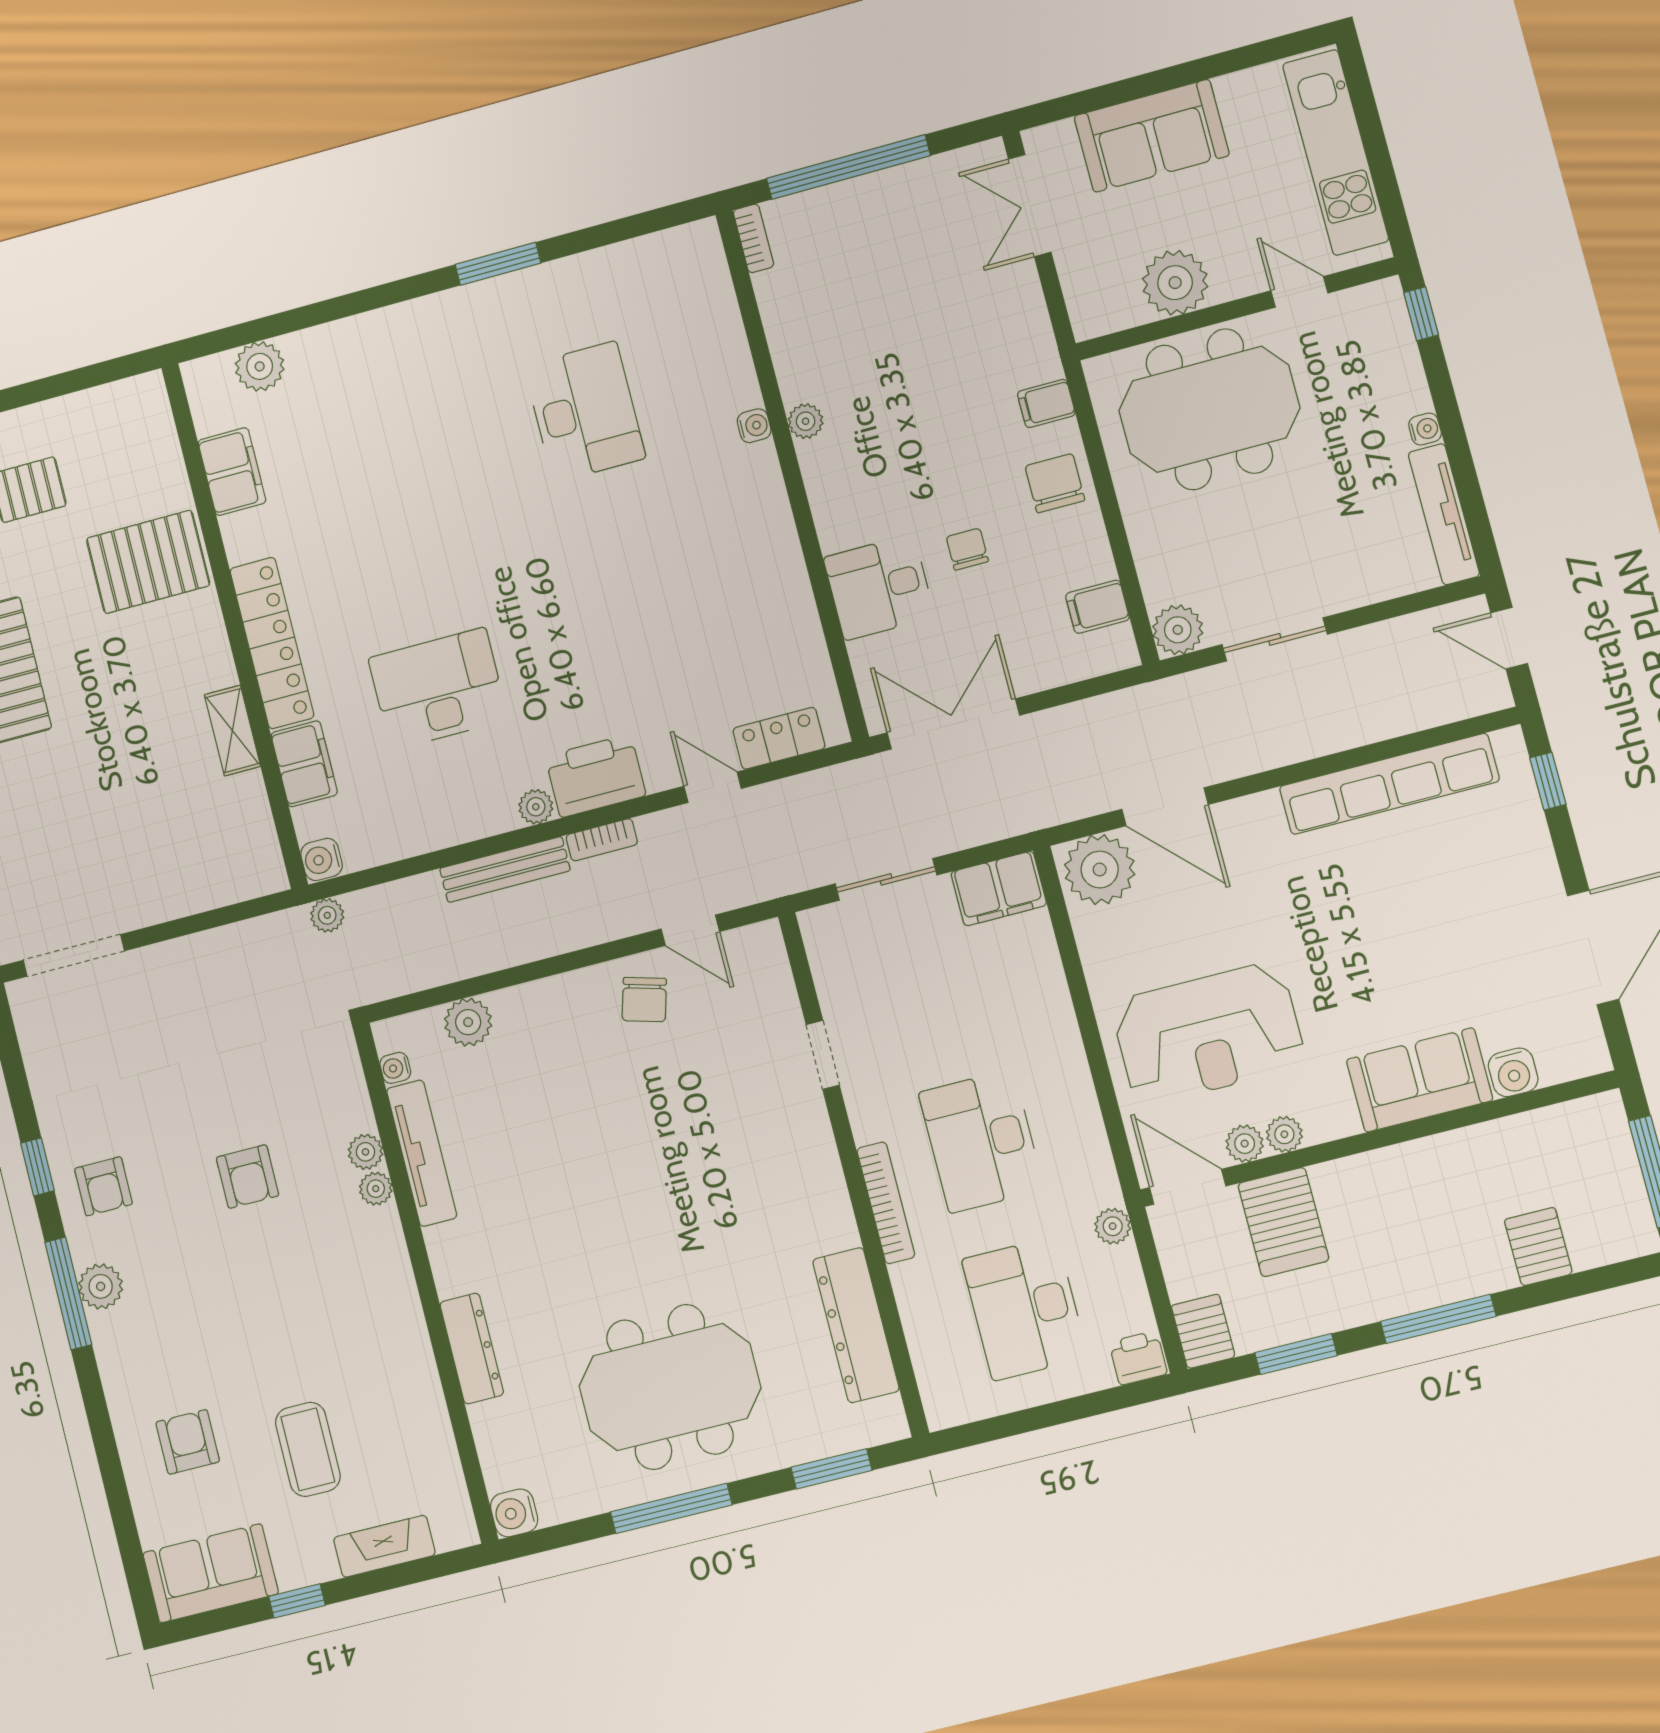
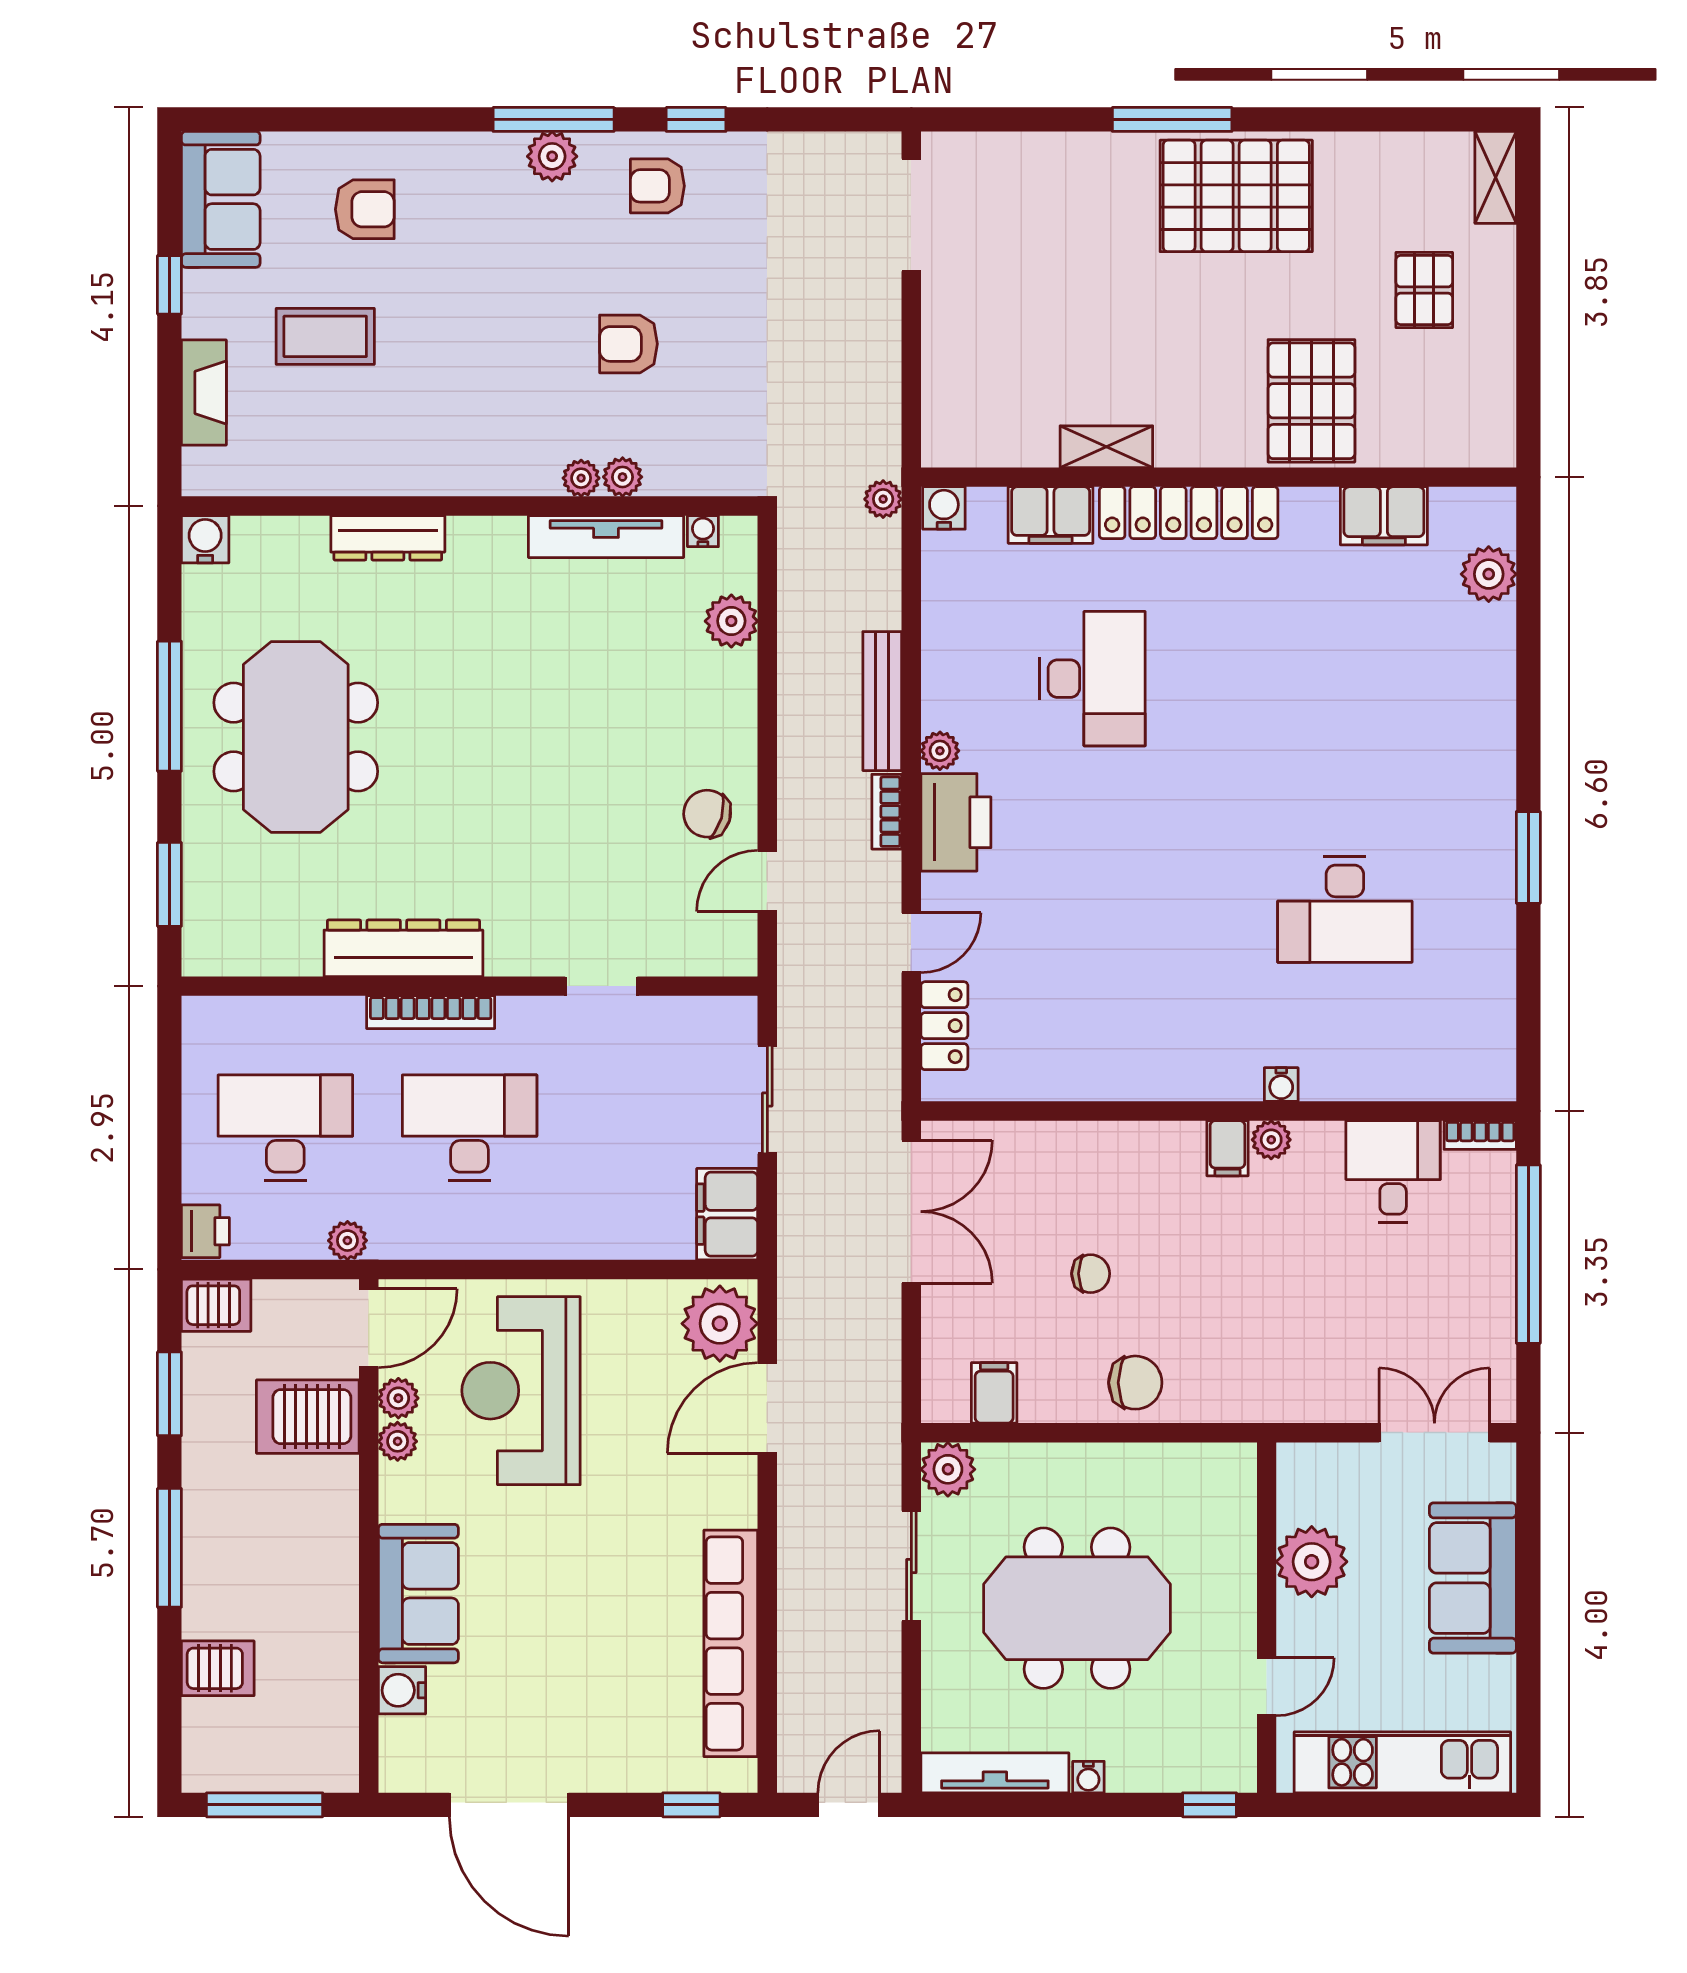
filing cabinet: (1046, 403) -> (1227, 1148), moved, turned 180
meeting table: (1209, 409) -> (1077, 1608), moved, turned 90
desk: (879, 587) -> (1393, 1171), moved
dresser: (856, 1325) -> (403, 948), moved

